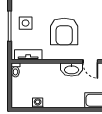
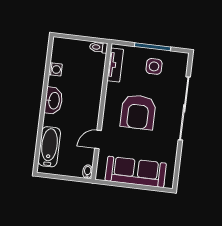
armchair: (64, 31) -> (138, 112), turned -90
washbasin: (72, 69) -> (54, 101), moved, turned 180

